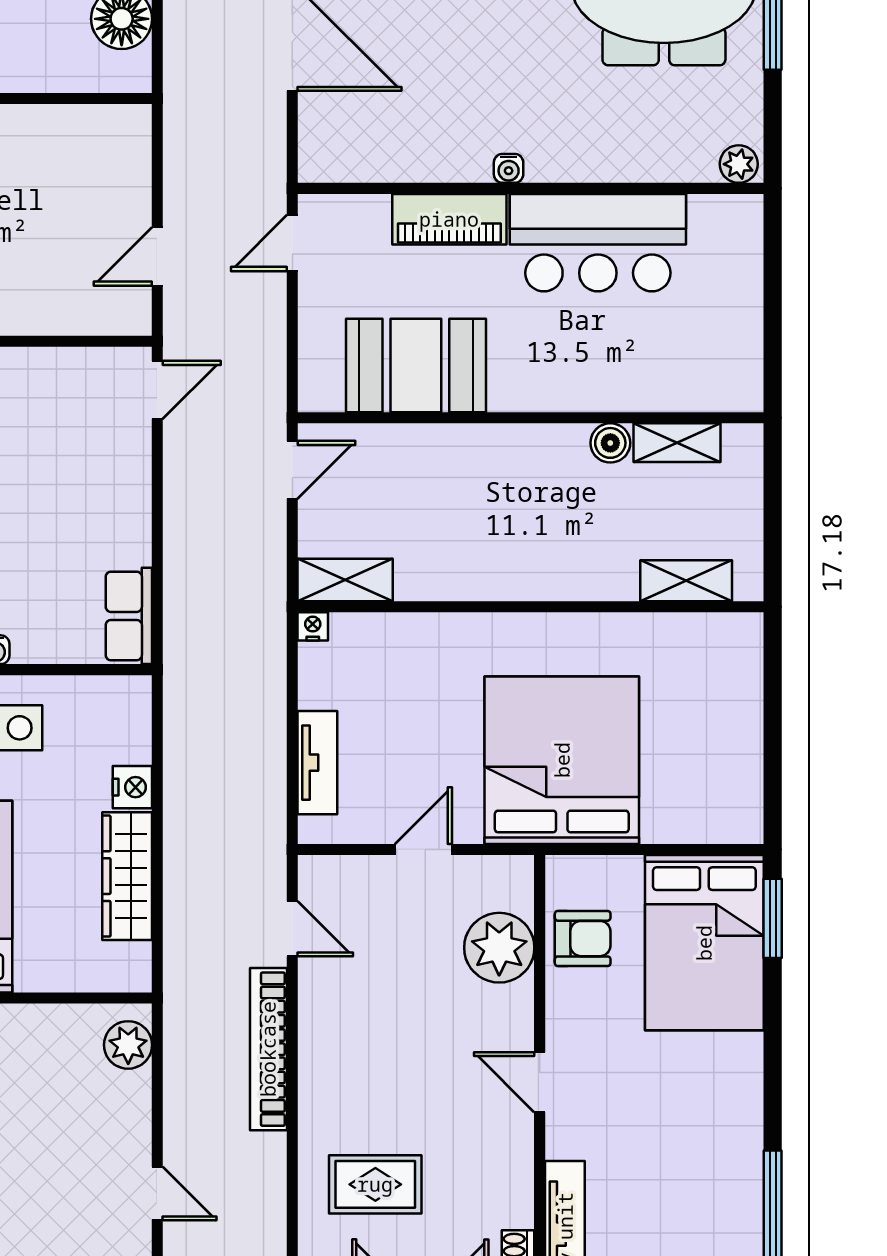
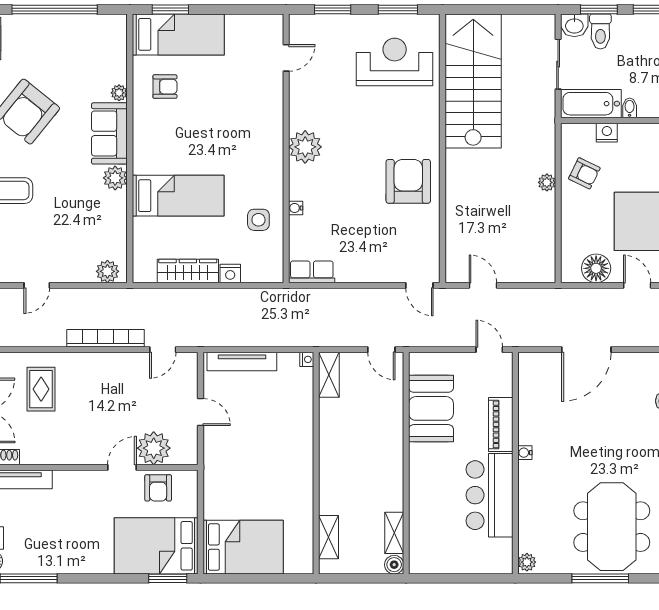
boiler: (610, 443) -> (394, 565), moved
bed: (562, 760) -> (243, 547), moved, width x0.73
tv unit: (317, 763) -> (242, 362), width x1.41
door: (540, 1082) -> (122, 467), moved

